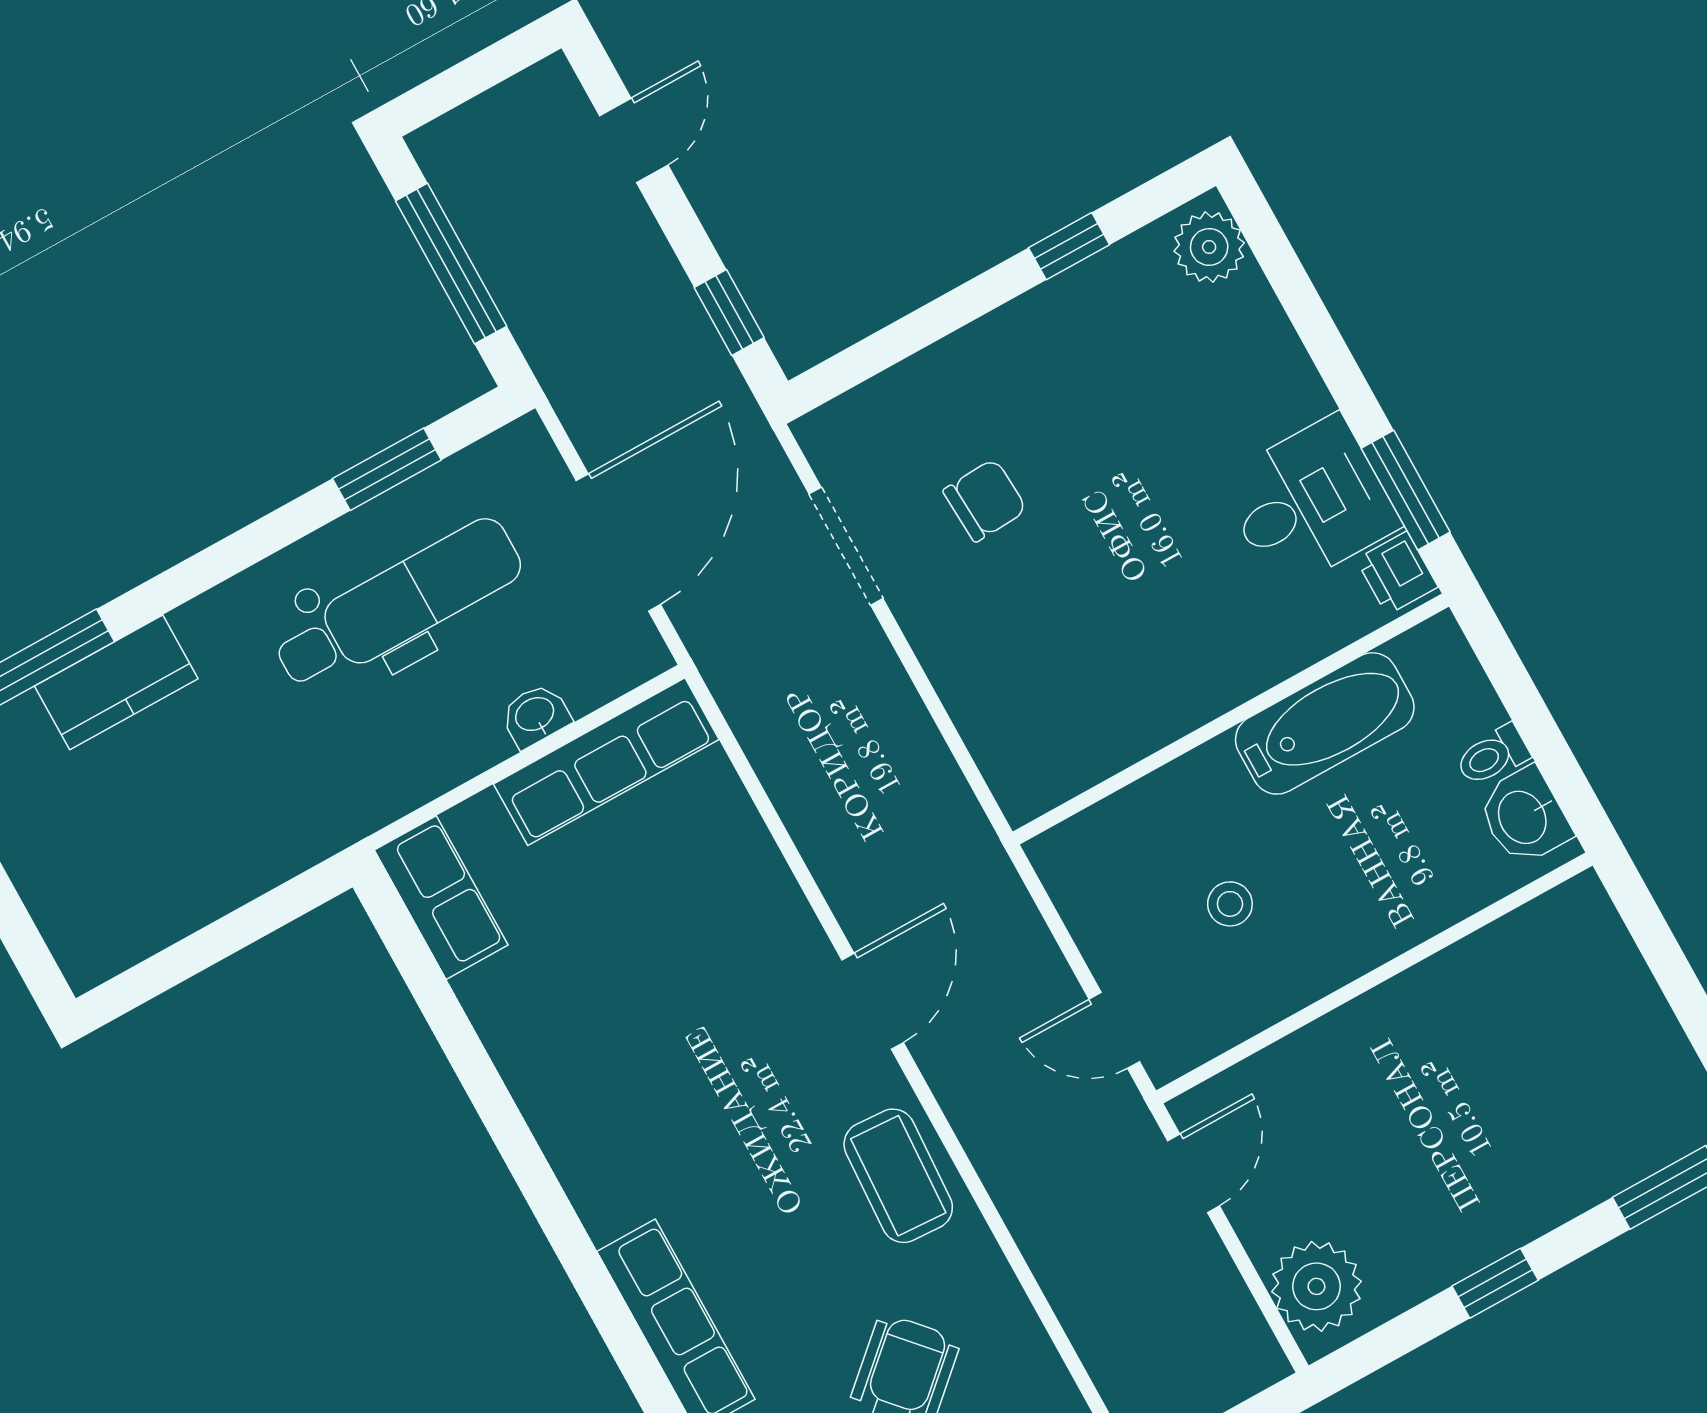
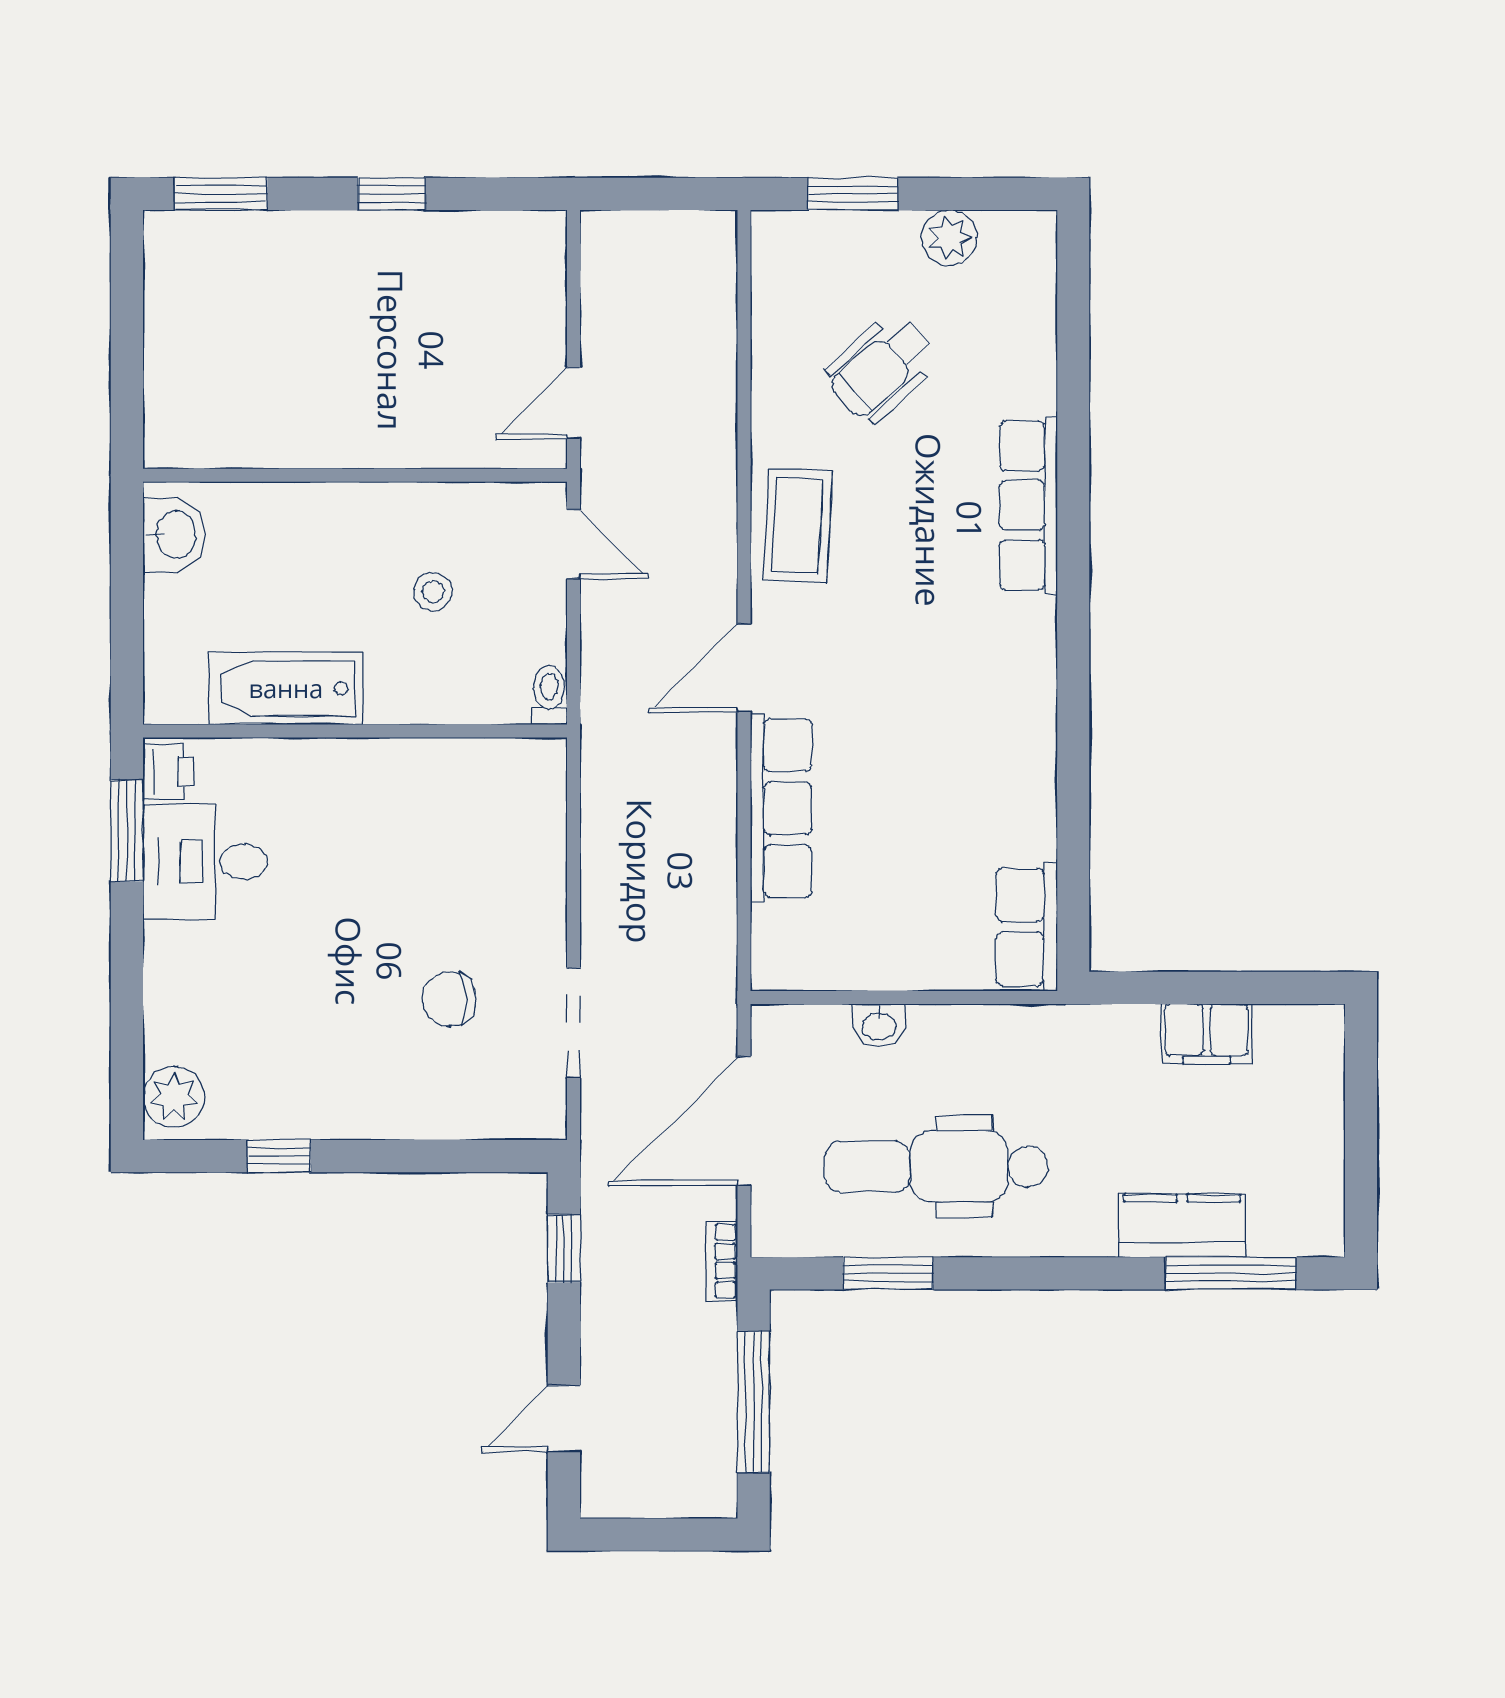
bookcase: (563, 389) -> (722, 1261), added
toilet: (1493, 755) -> (549, 695), moved, turned -90
row of seats: (606, 762) -> (781, 808), moved, turned 90
filing cabinet: (199, 890) -> (1207, 1034), added
plant: (1316, 1286) -> (528, 266), removed

